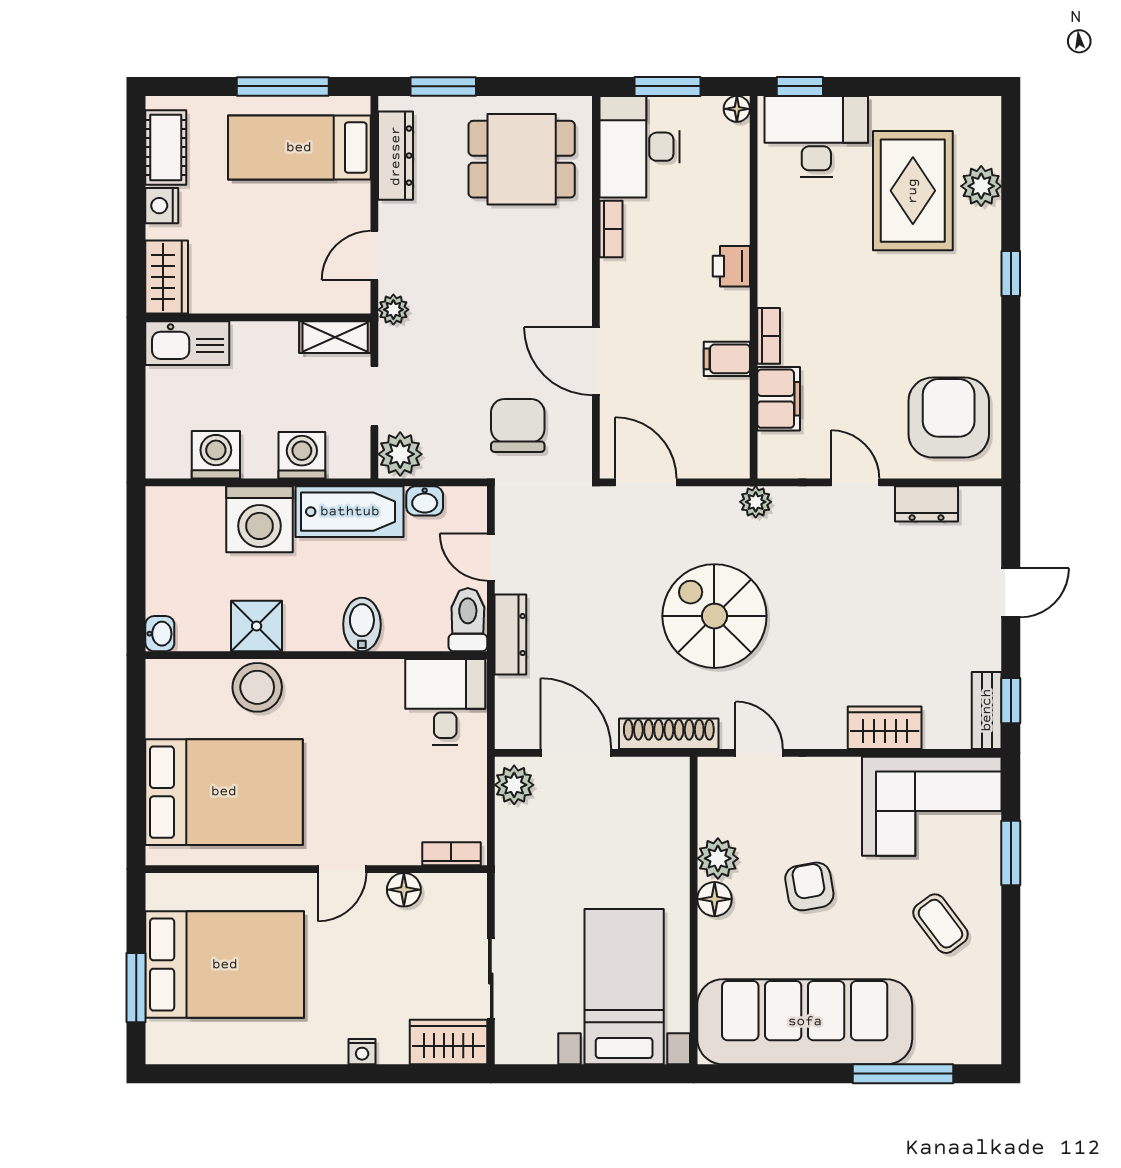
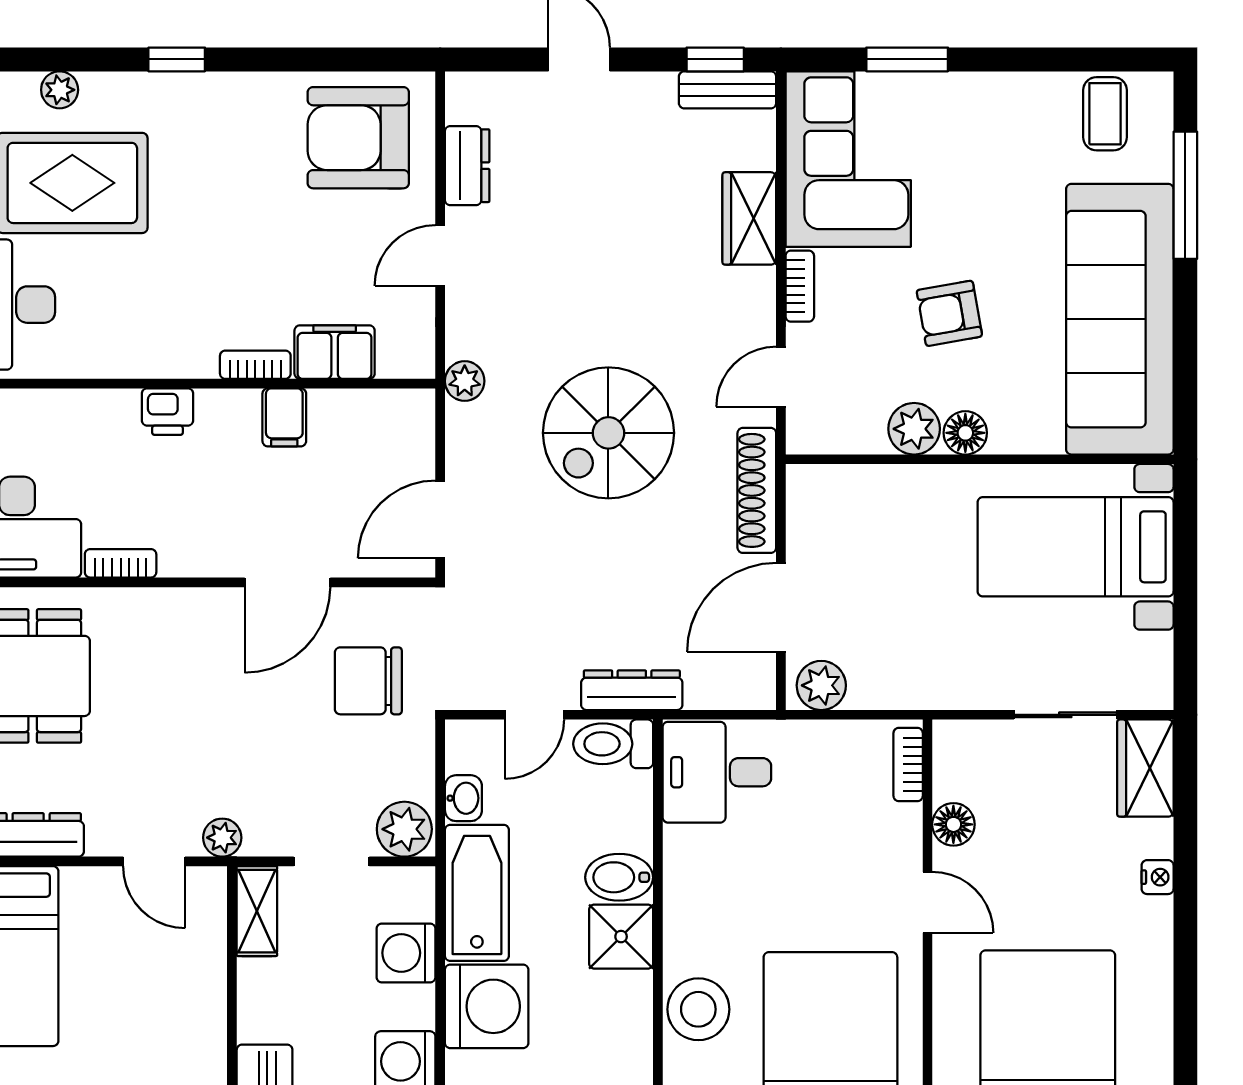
plant: (981, 186) -> (60, 90), width x0.73, depth x0.73
shower: (257, 626) -> (621, 937), moved
bookcase: (831, 768) -> (800, 286), added
coffee table: (940, 924) -> (1105, 114), moved, turned -53

